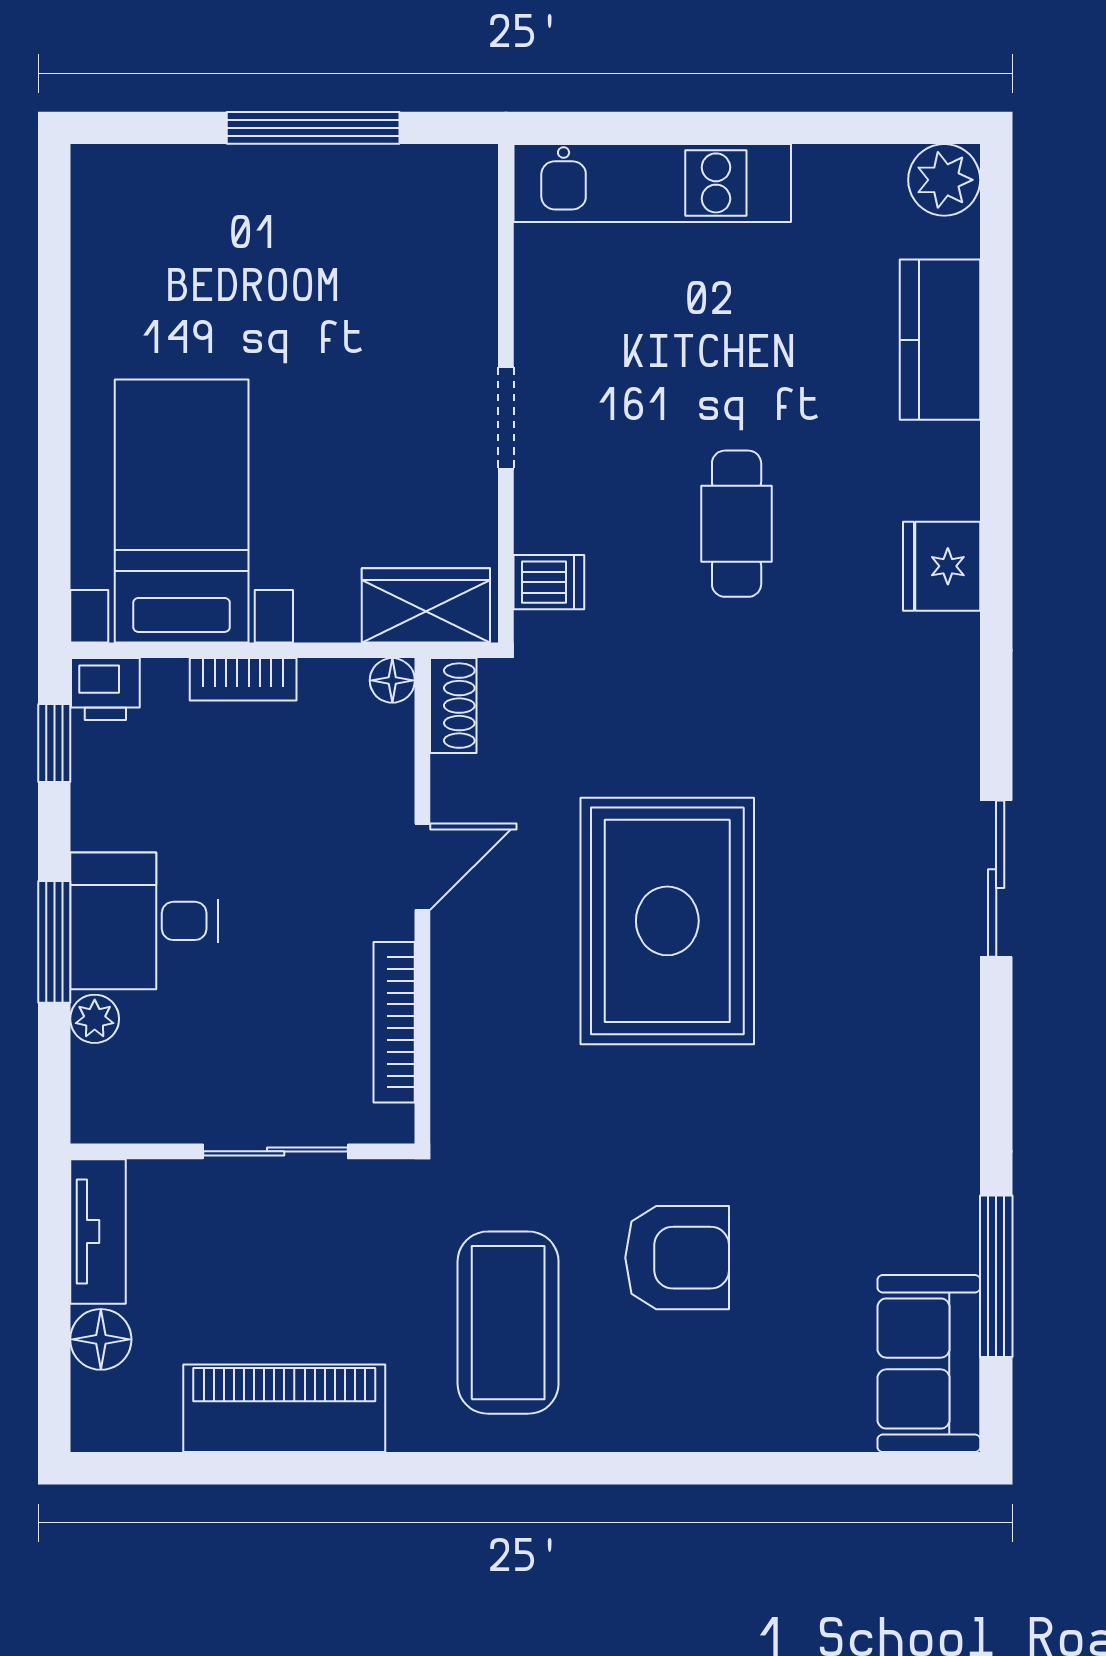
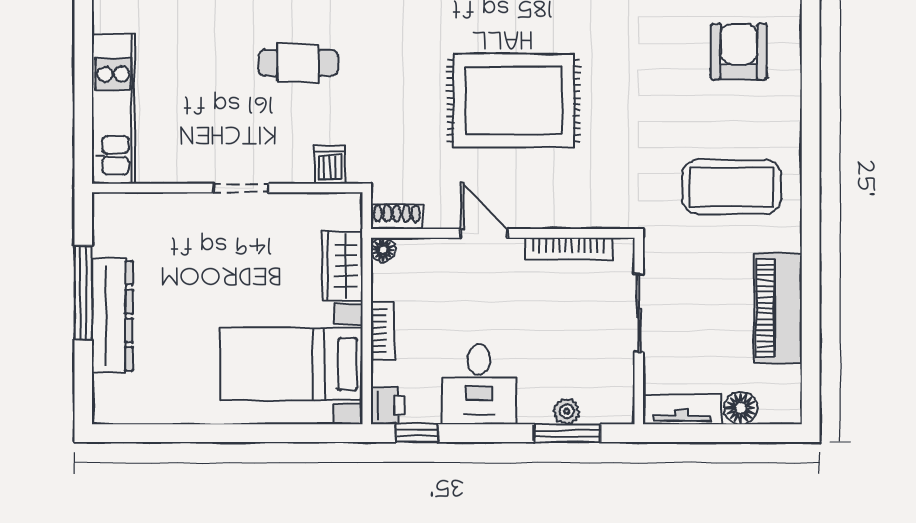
dresser: (270, 182) -> (112, 316), added
wardrobe: (426, 605) -> (342, 266), moved
desk: (144, 921) -> (479, 384), moved
window: (54, 942) -> (567, 433), moved
armchair: (677, 1258) -> (739, 52), moved

